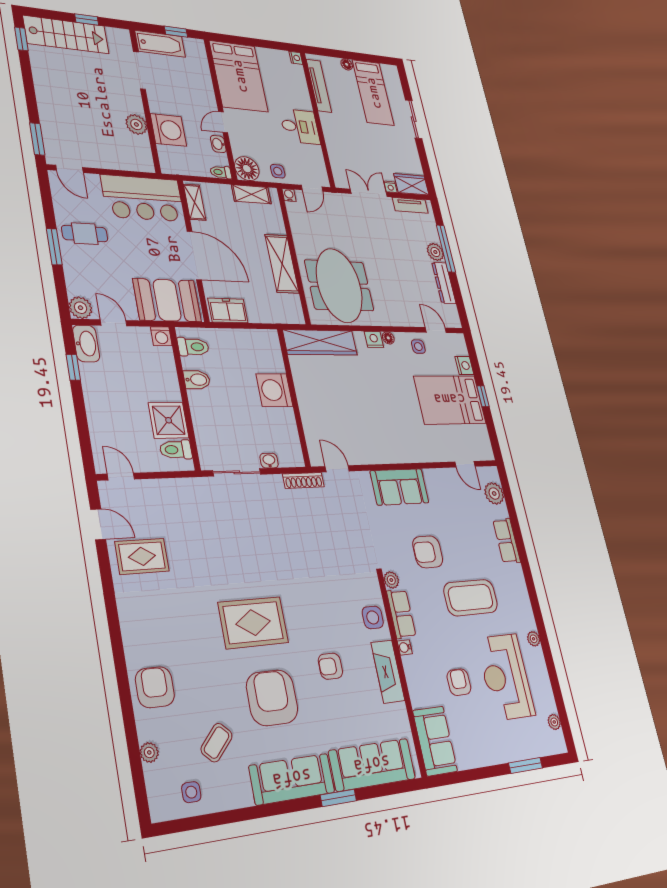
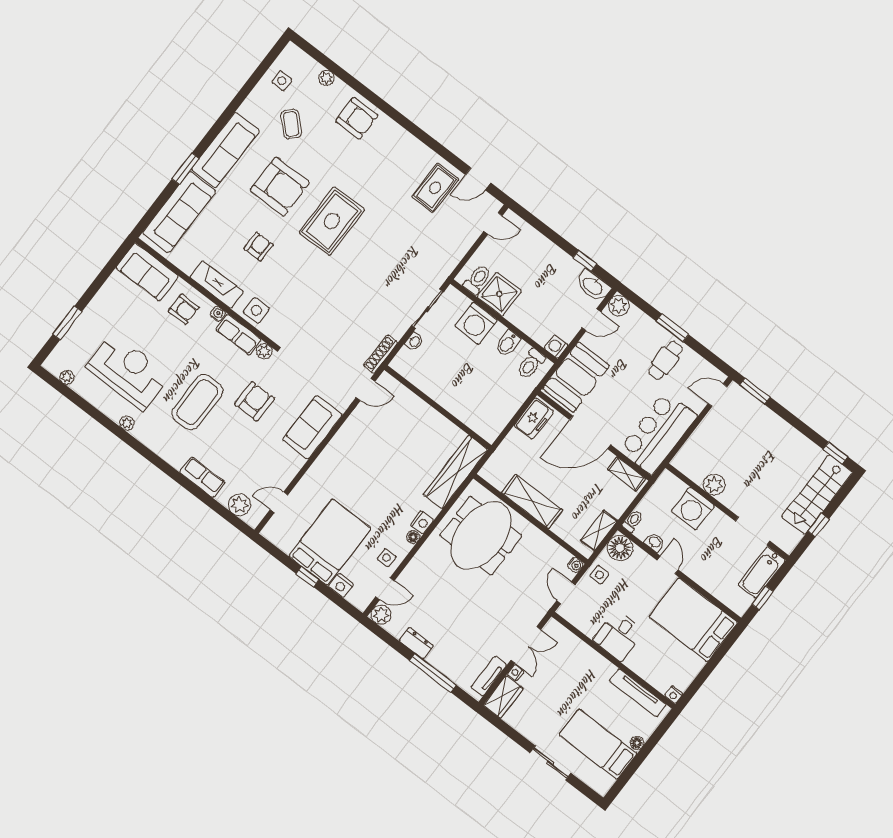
plant: (435, 252) -> (381, 615), moved
dresser: (444, 283) -> (416, 643), width x0.70
meeting table: (339, 285) -> (481, 536), turned 90
washing machine: (274, 390) -> (476, 323), moved, turned 180
armchair: (459, 682) -> (184, 309), moved

